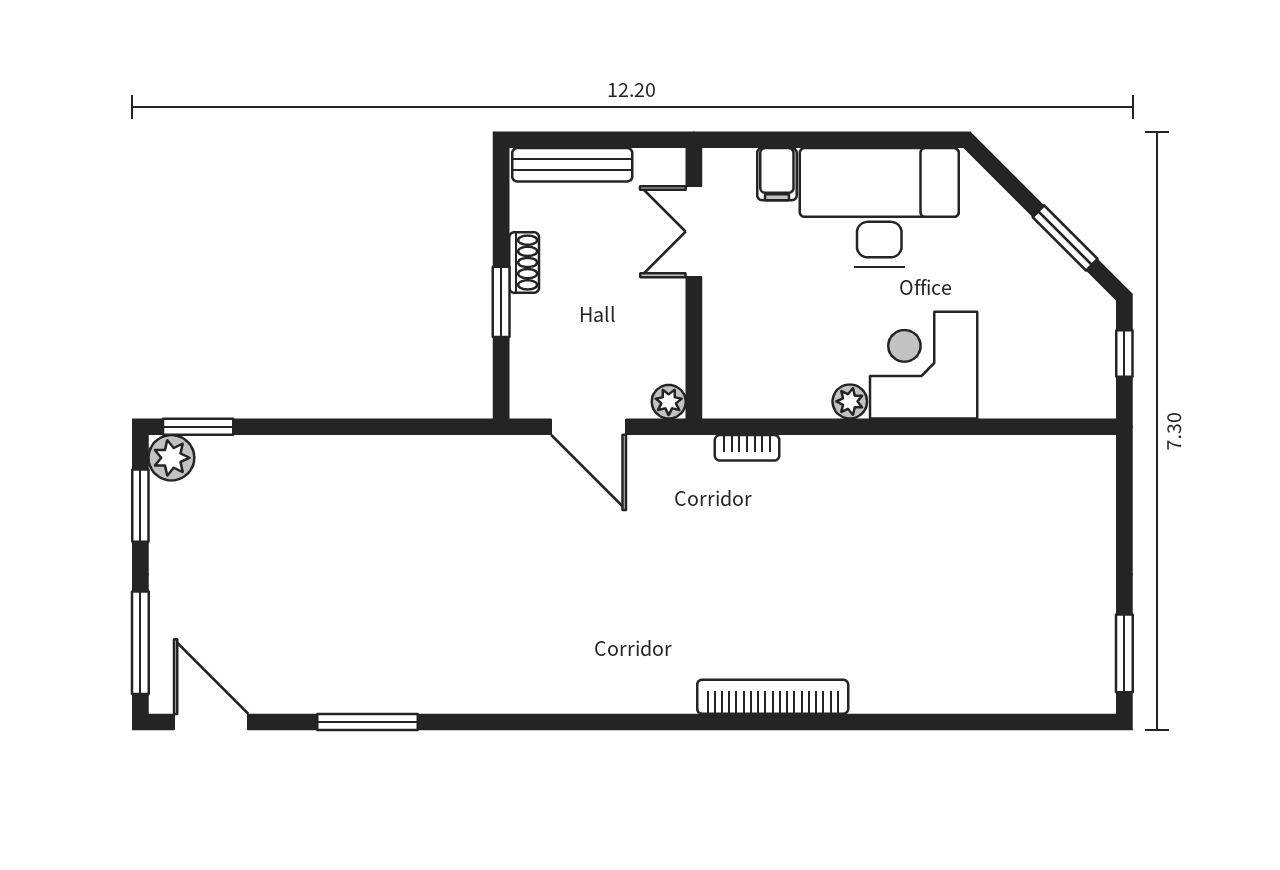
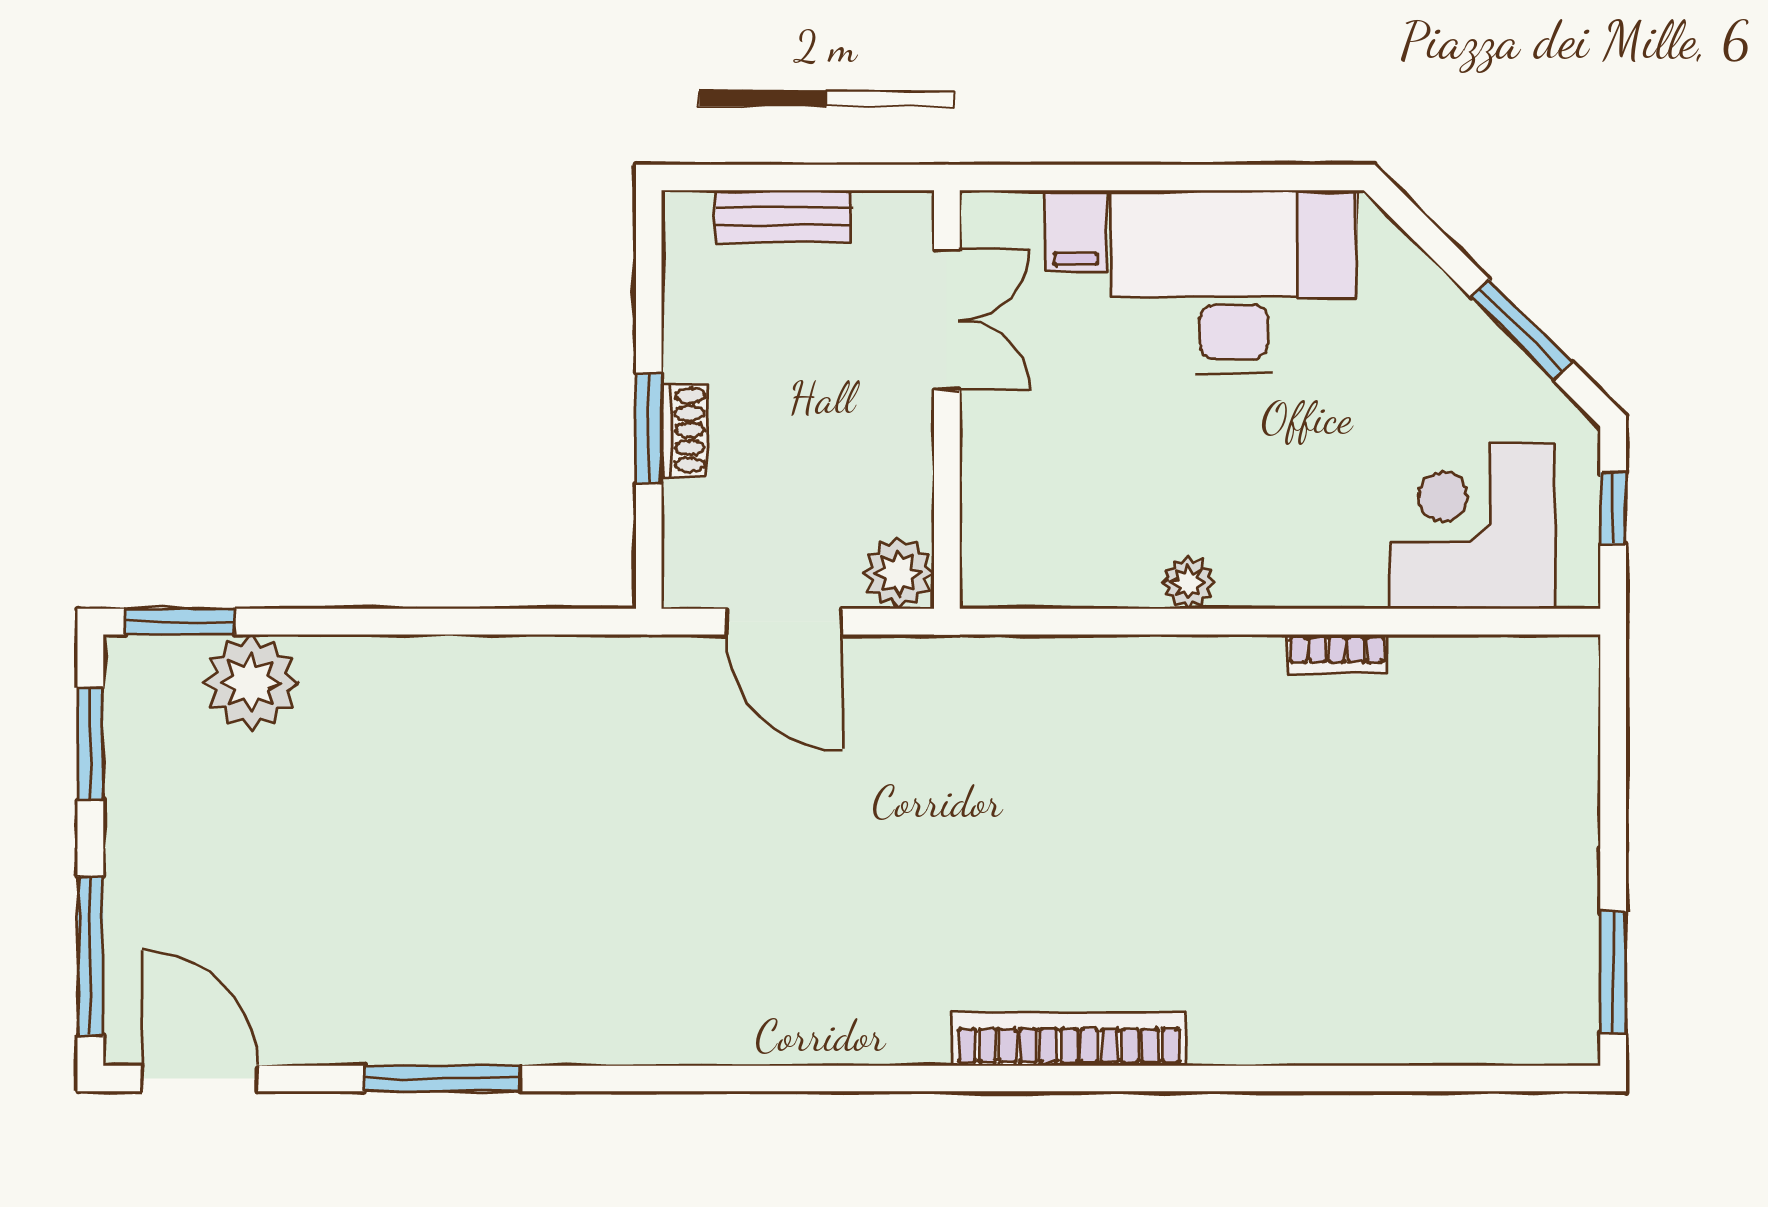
bench: (572, 165) -> (783, 216), width x0.73
double door: (694, 232) -> (947, 320), swing flipped
shoe rack: (524, 262) -> (684, 430), moved
corner desk: (924, 365) -> (1473, 526), moved
plant: (669, 402) -> (898, 573), width x1.38, depth x1.38
bookcase: (747, 448) -> (1337, 654), moved
plant: (171, 458) -> (251, 682), moved, width x1.36, depth x1.36

